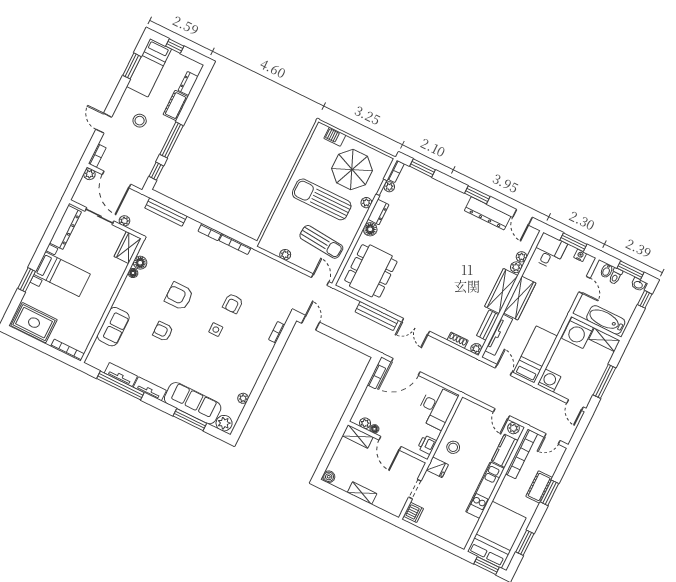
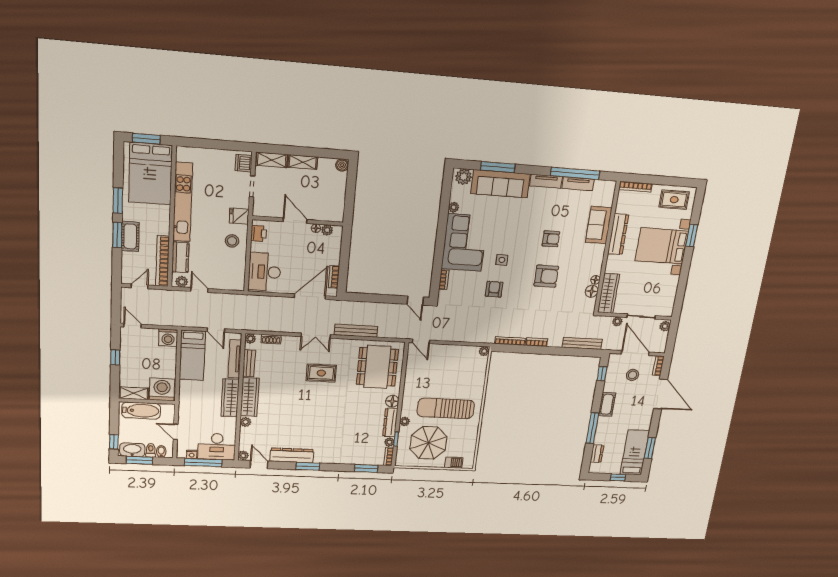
cot: (176, 106) -> (607, 404), moved
stool: (140, 121) -> (633, 375), moved
door: (104, 123) -> (661, 394), width x1.87
window: (172, 140) -> (592, 428), moved
plant: (89, 174) -> (665, 326), moved
sun lounger: (322, 199) -> (446, 408), turned 180
dresser: (378, 212) -> (390, 422), width x1.44
dresser: (65, 227) -> (618, 234), moved, turned 180
sun lounger: (321, 242) -> (432, 374), removed
window: (573, 242) -> (203, 463), width x1.44
wardrobe: (128, 247) -> (609, 293), width x1.50
desk: (549, 251) -> (217, 447), width x1.37
plant: (285, 255) -> (484, 351), moved
plant: (522, 257) -> (243, 456), moved
bed with nightstands: (62, 274) -> (662, 246), width x1.36
washbasin: (638, 285) -> (132, 450), width x1.91, depth x1.45
rug: (425, 287) -> (321, 373), added
rug: (34, 323) -> (674, 200), width x0.73, depth x0.70
double door: (416, 327) -> (316, 336), swing flipped
corner sofa: (245, 361) -> (464, 243), added
window: (604, 381) -> (115, 357), width x0.46
shelving: (358, 436) -> (272, 160), moved
kitchen unit: (485, 490) -> (183, 202), width x1.36
window: (525, 543) -> (118, 201), moved

